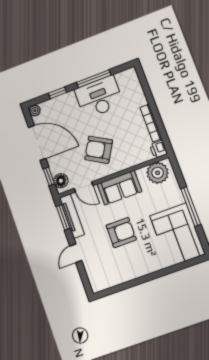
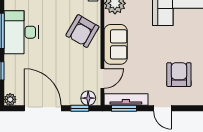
door: (37, 143) -> (43, 108), hinge flipped
armchair: (99, 150) -> (82, 31), moved
armchair: (121, 233) -> (179, 75), moved

